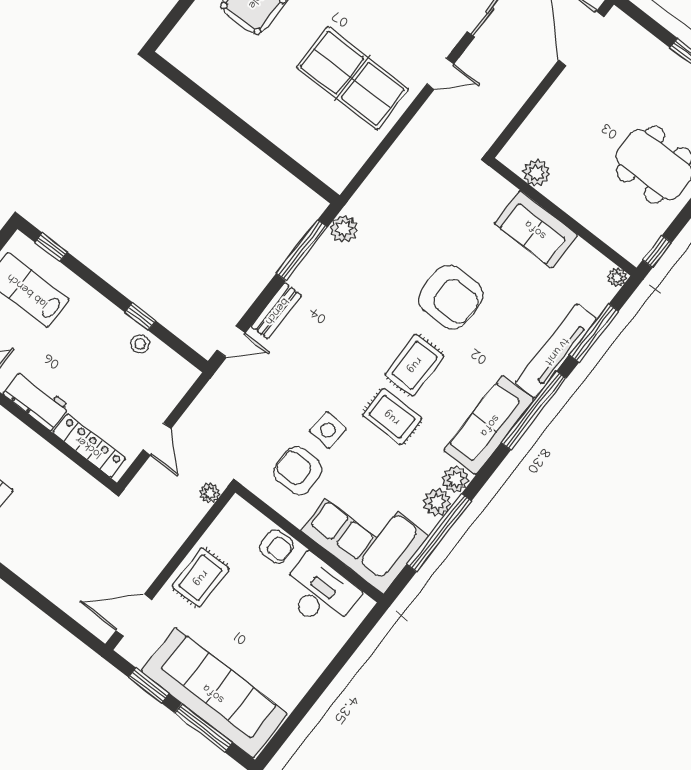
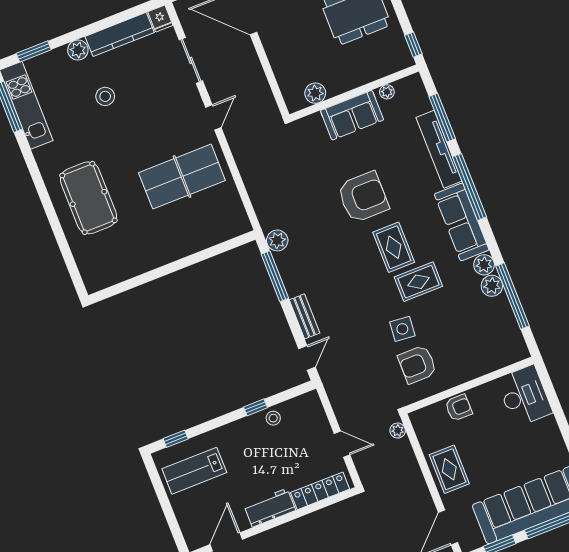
plant: (617, 277) -> (387, 92), moved
corner sofa: (365, 533) -> (484, 345), removed
desk: (319, 592) -> (524, 396), moved, turned 90

